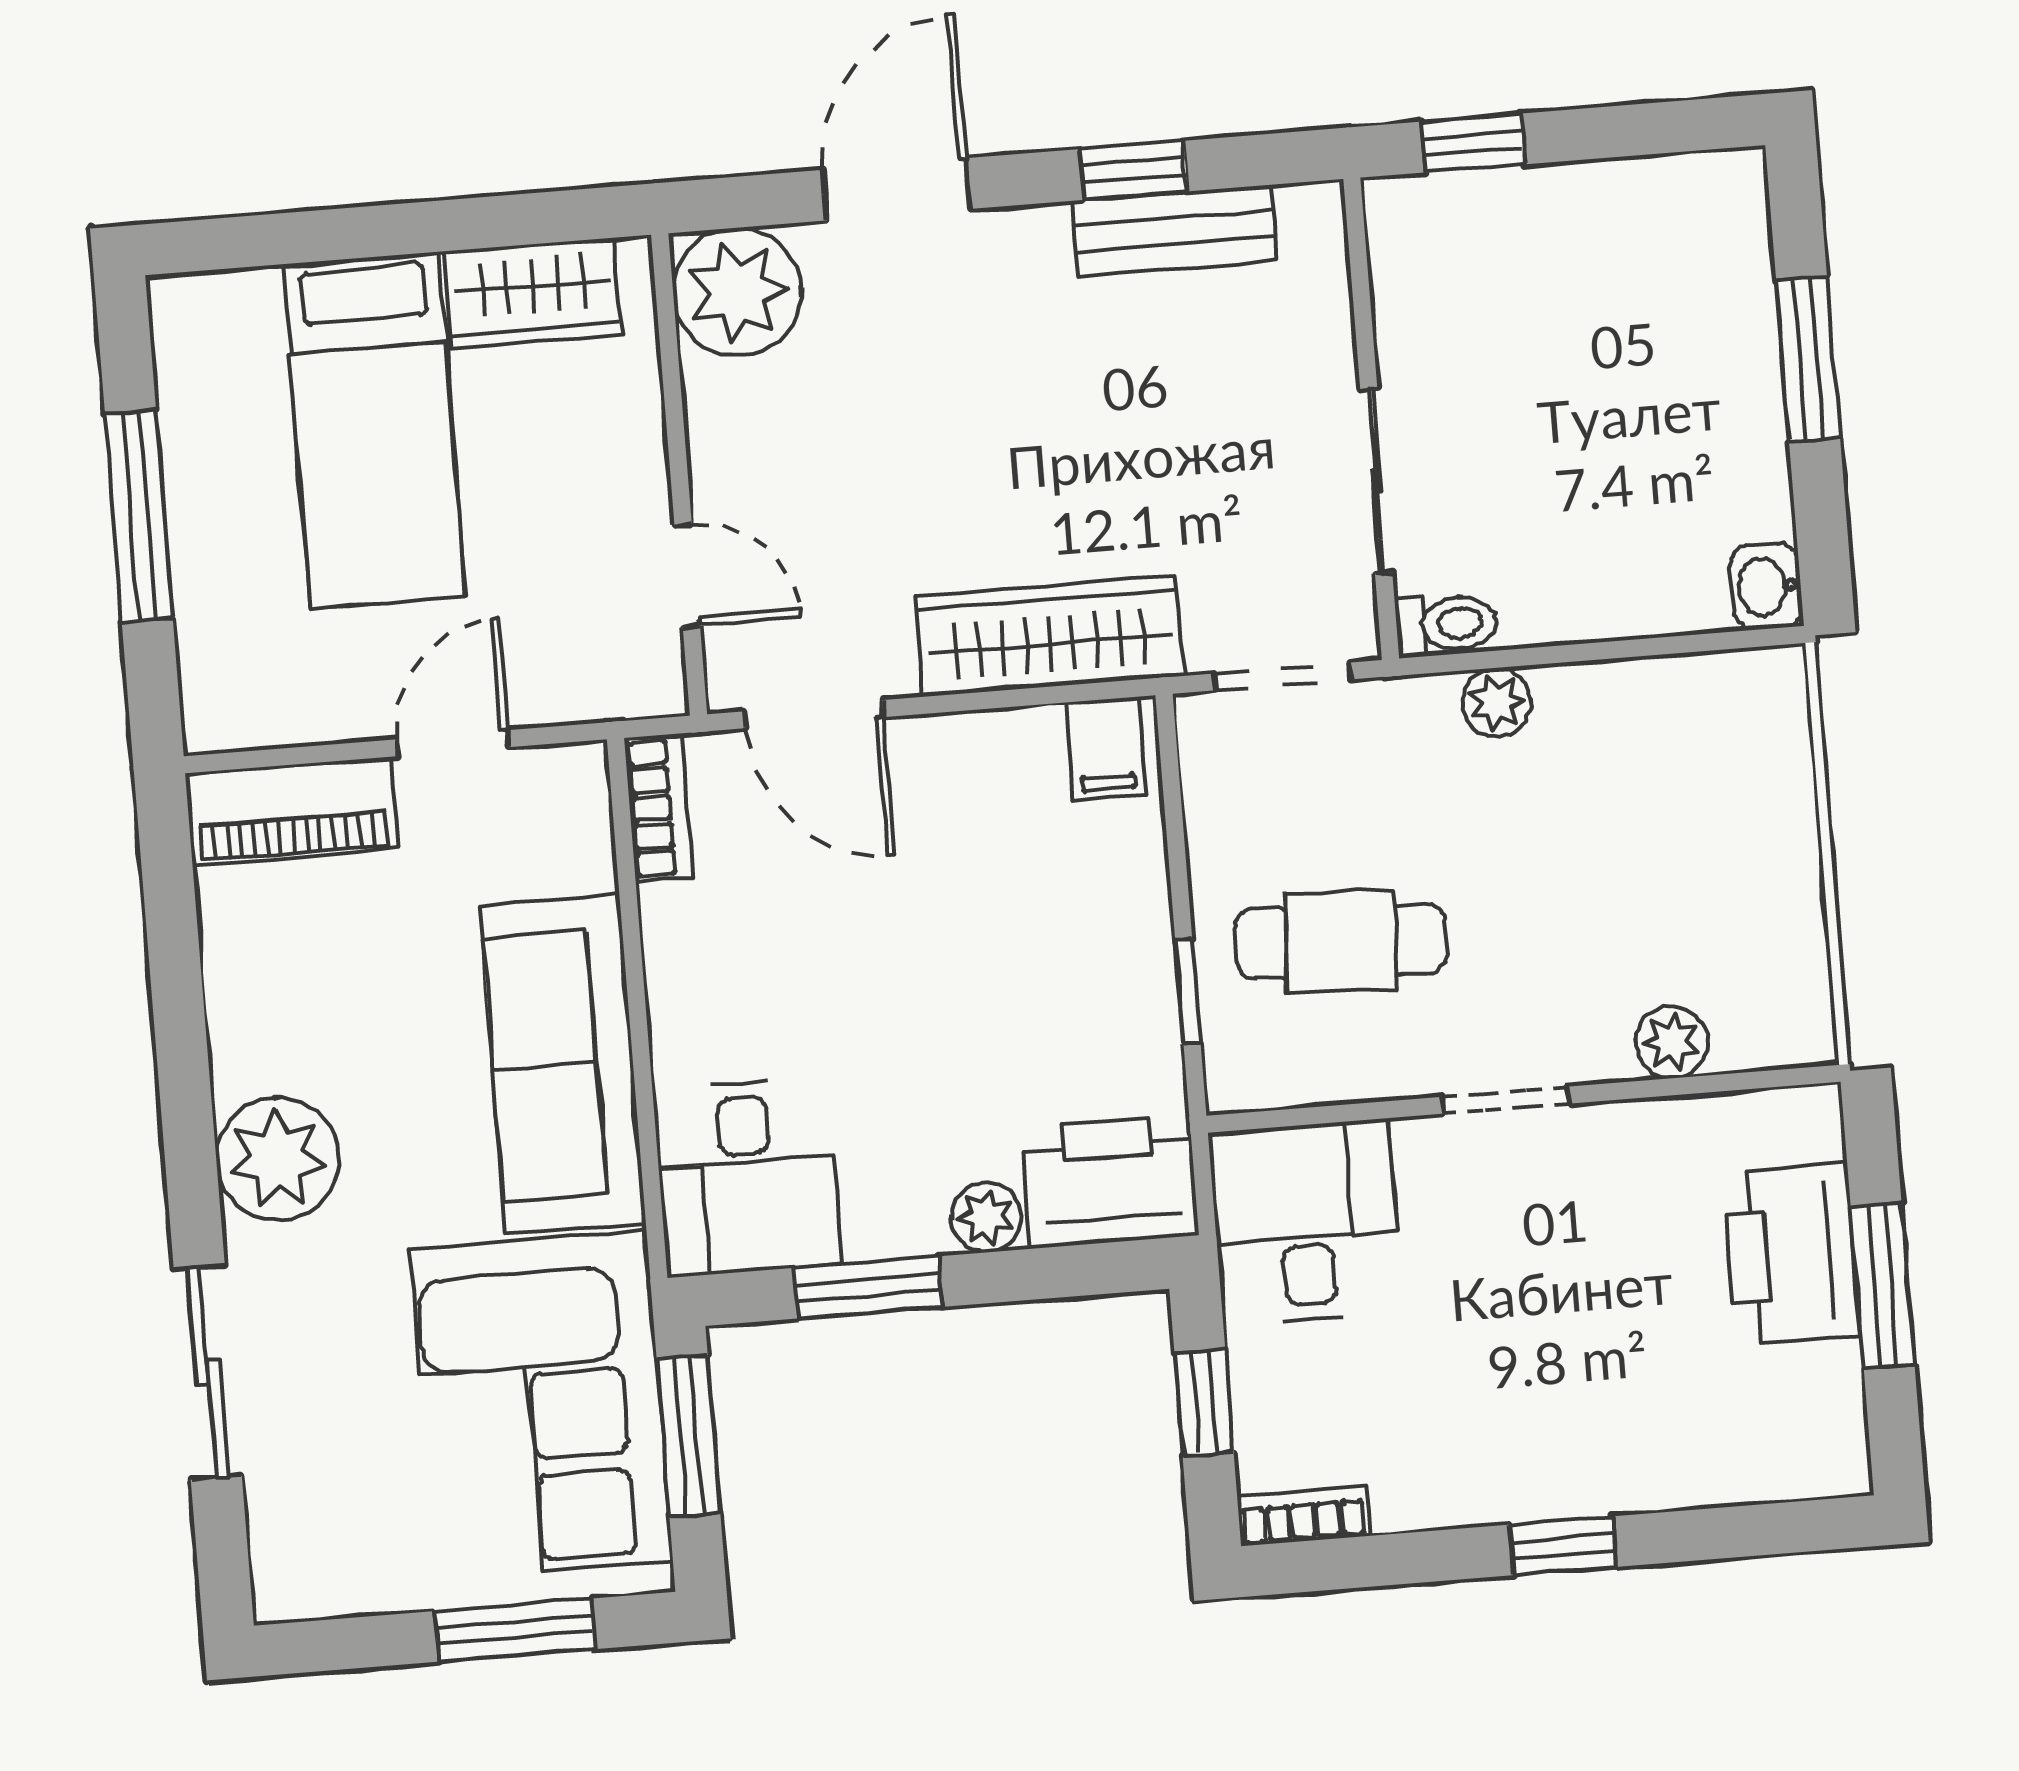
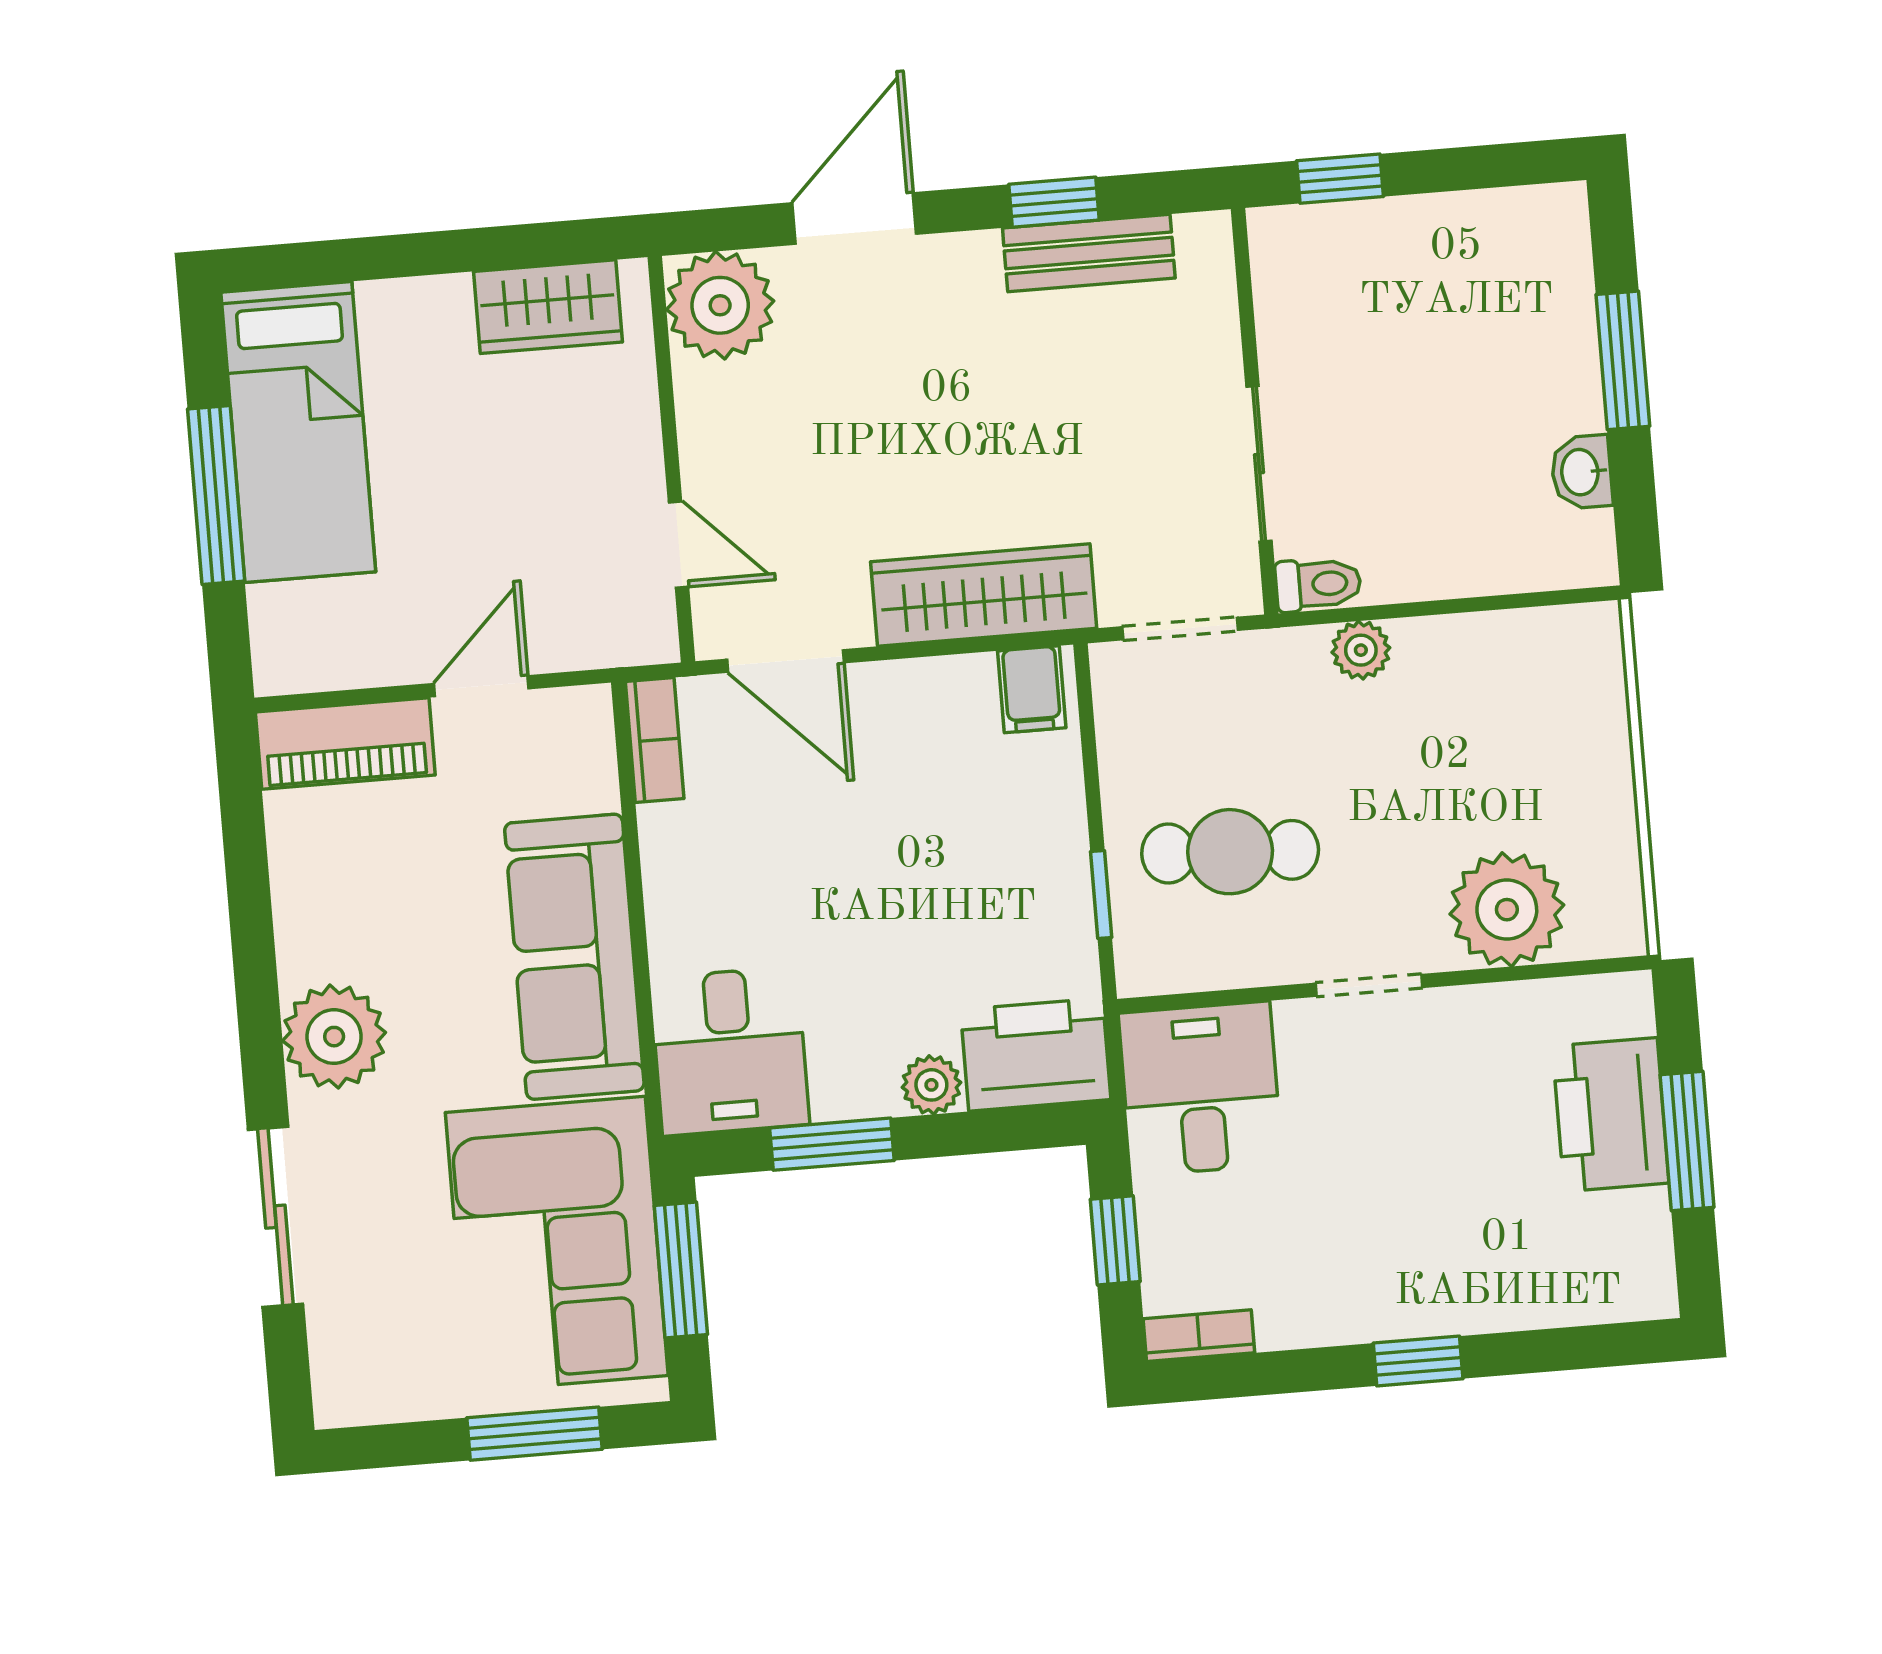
bed: (374, 430) -> (298, 432), moved
washbasin: (1766, 586) -> (1582, 472), moved
plant: (1672, 1042) -> (1507, 910), width x1.87, depth x1.87

